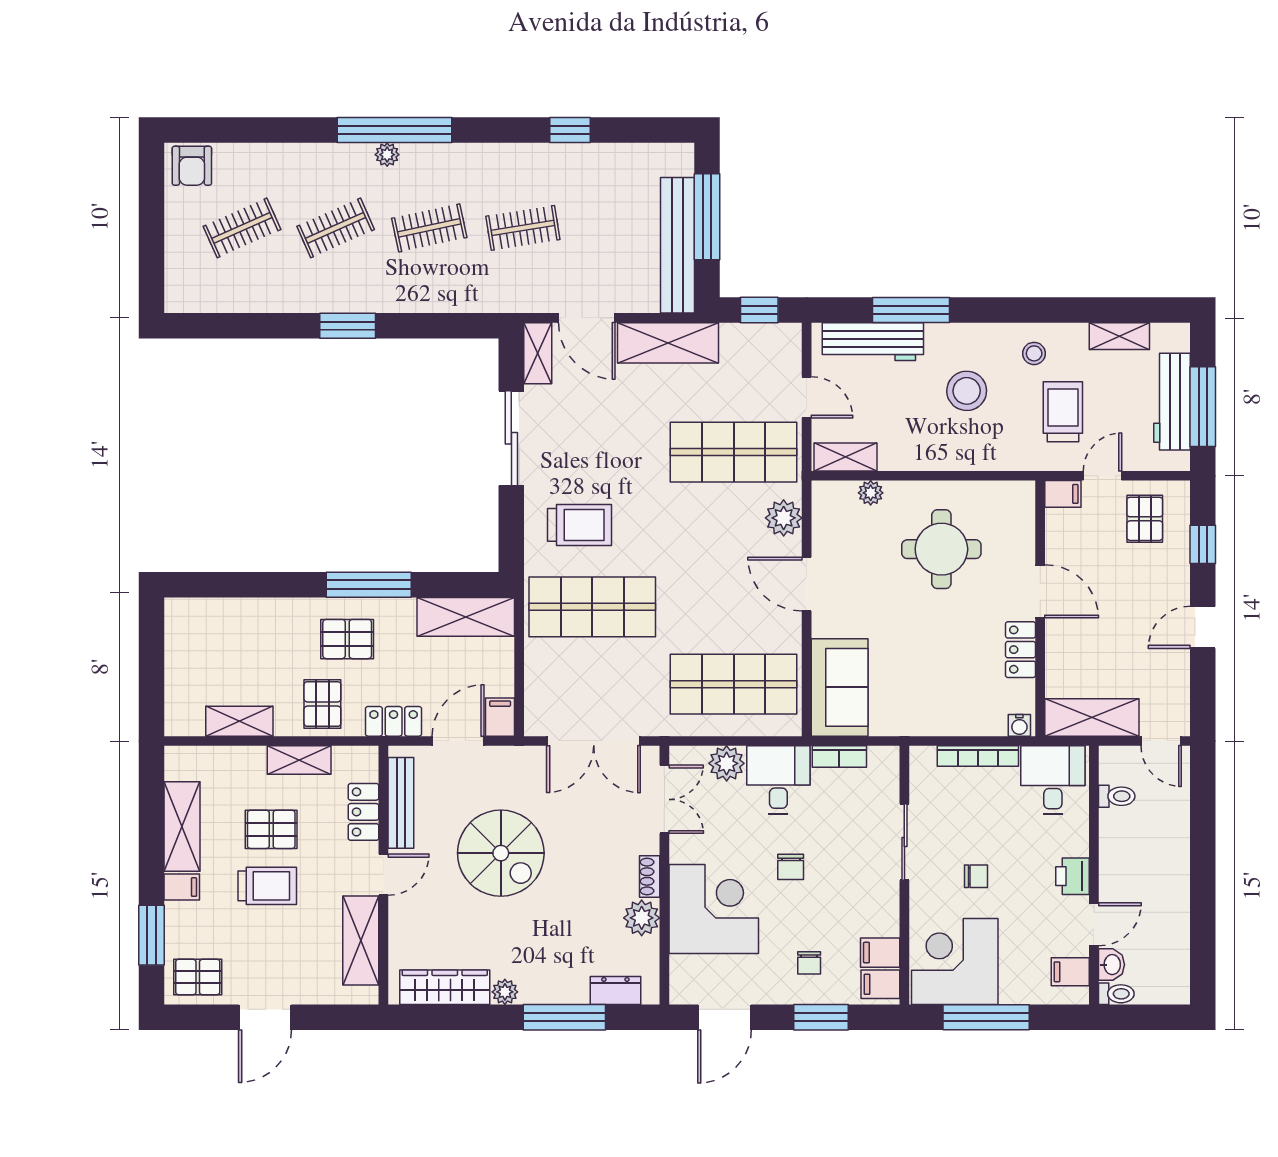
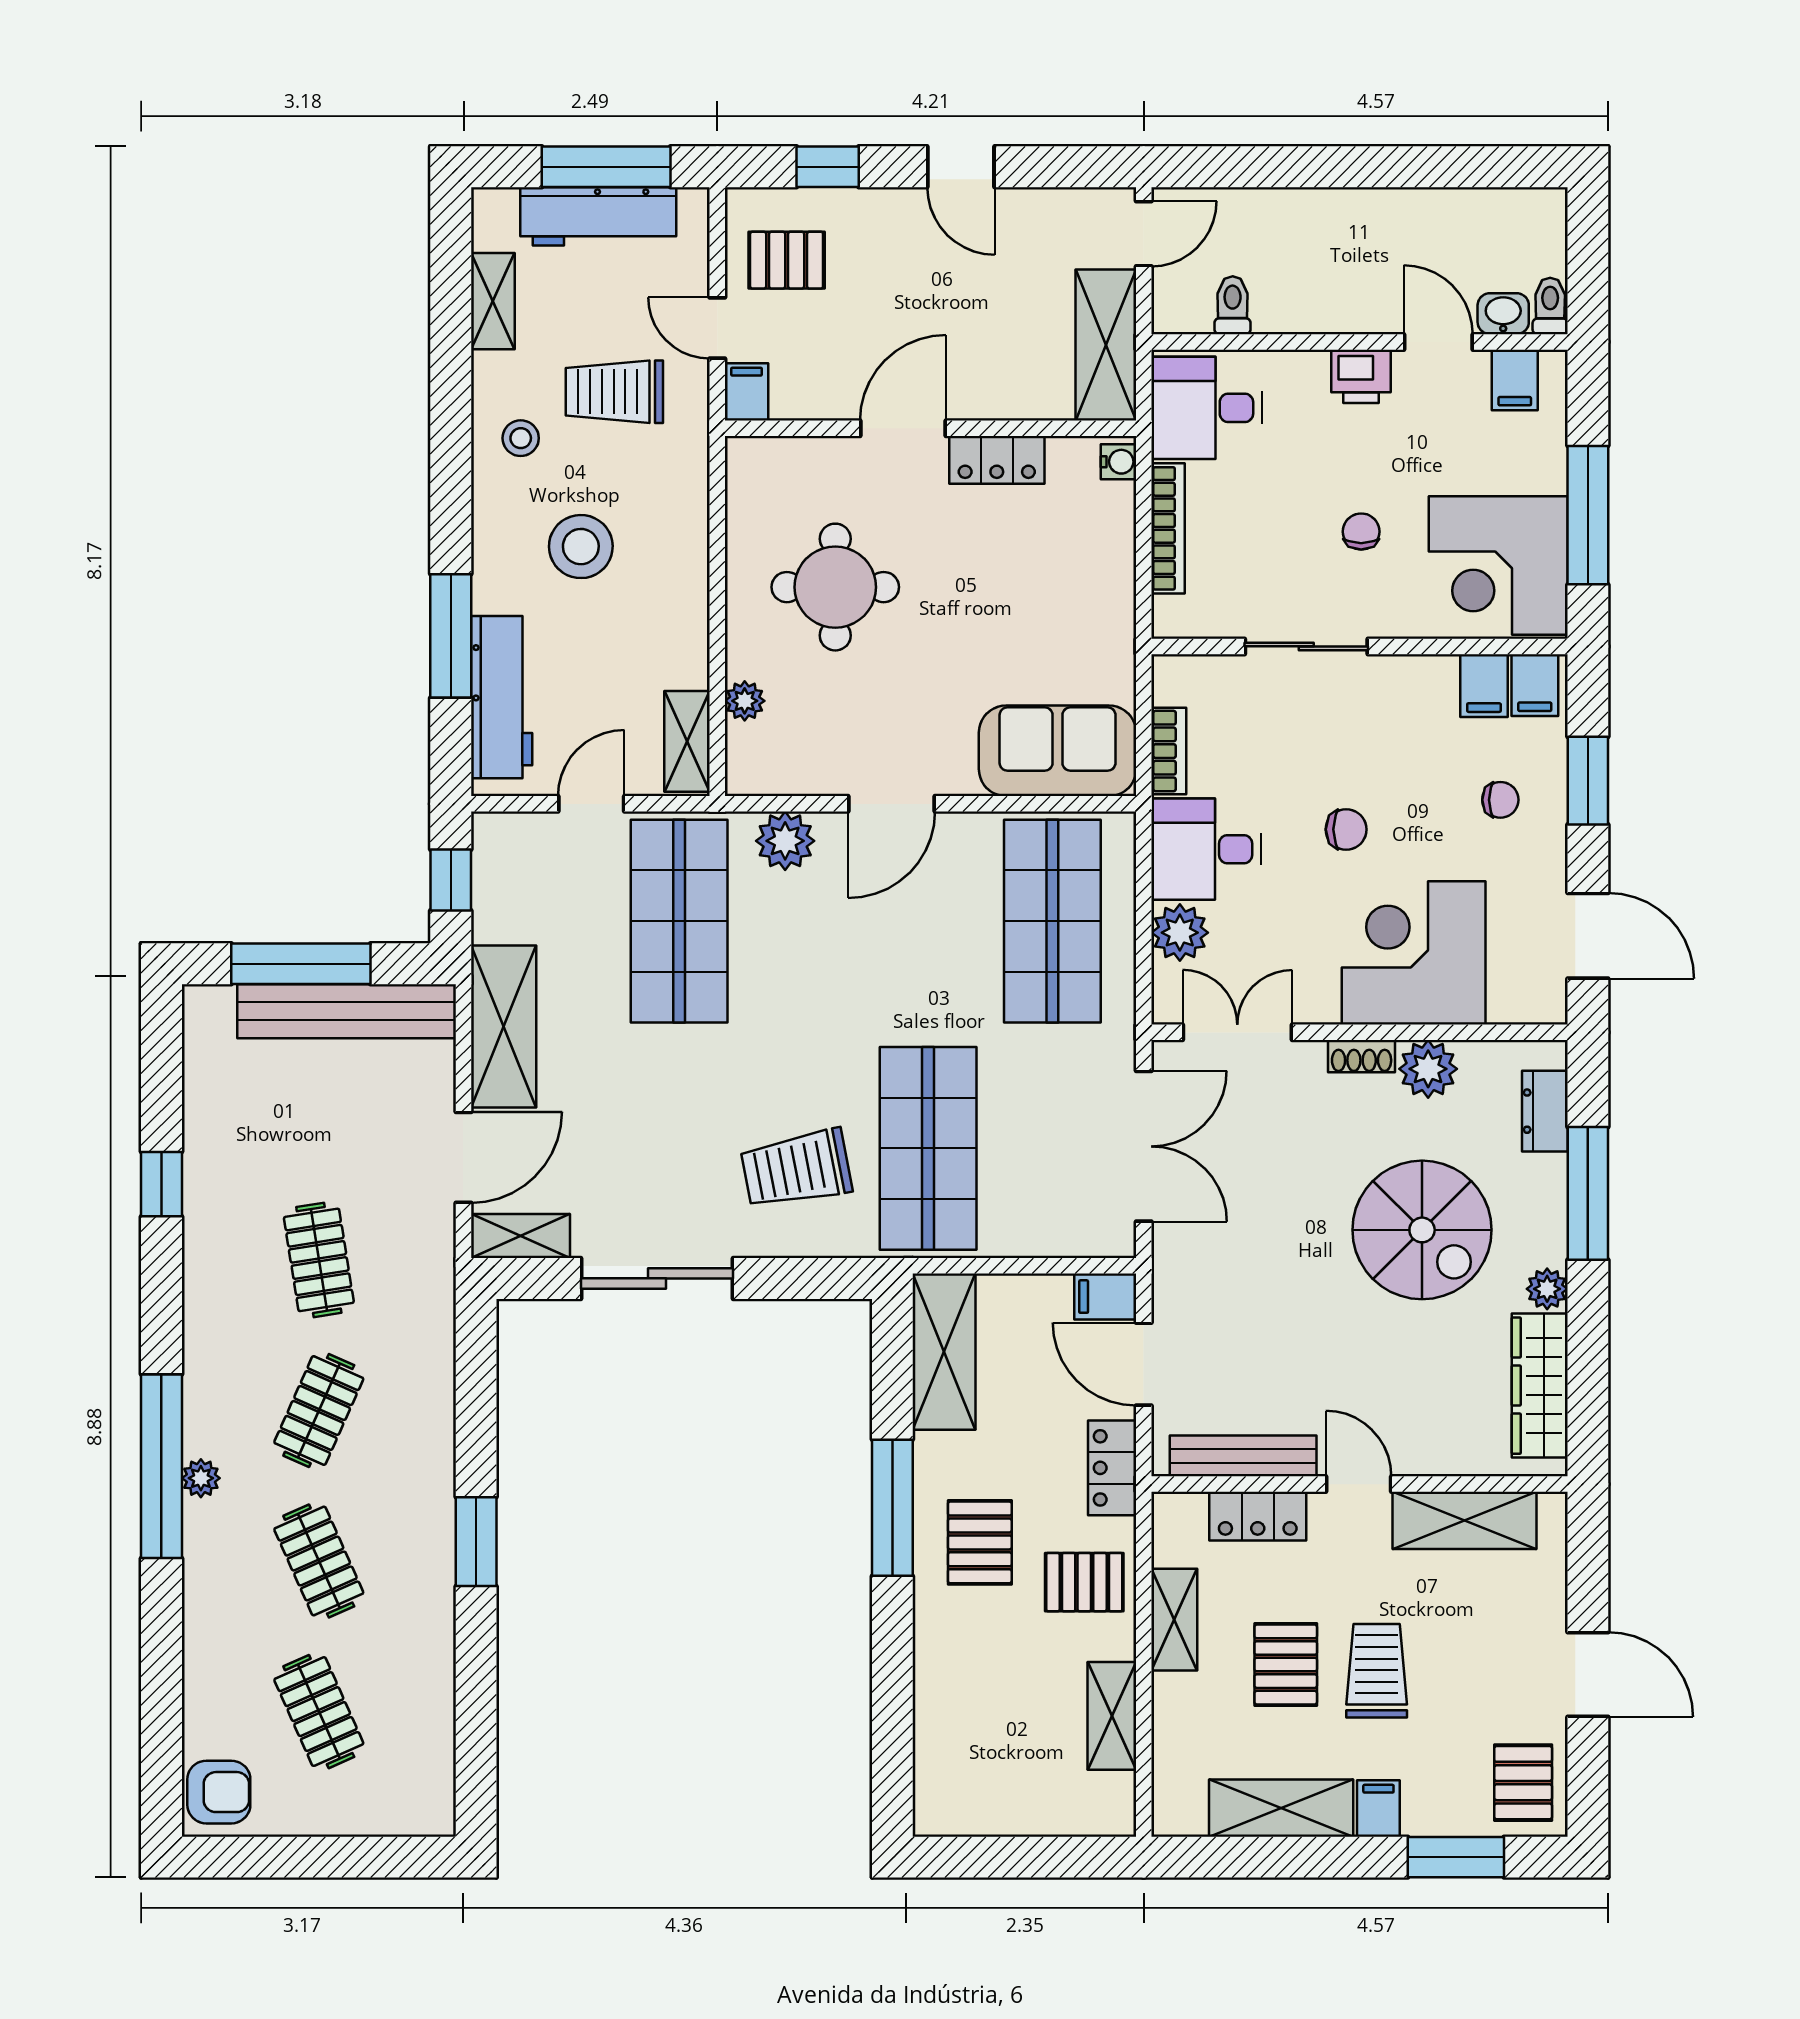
clothes rail: (429, 228) -> (319, 1410), turned 36
trolley: (580, 525) -> (796, 1169), turned -101
spiral stairs: (501, 853) -> (1422, 1230), moved, turned 90

